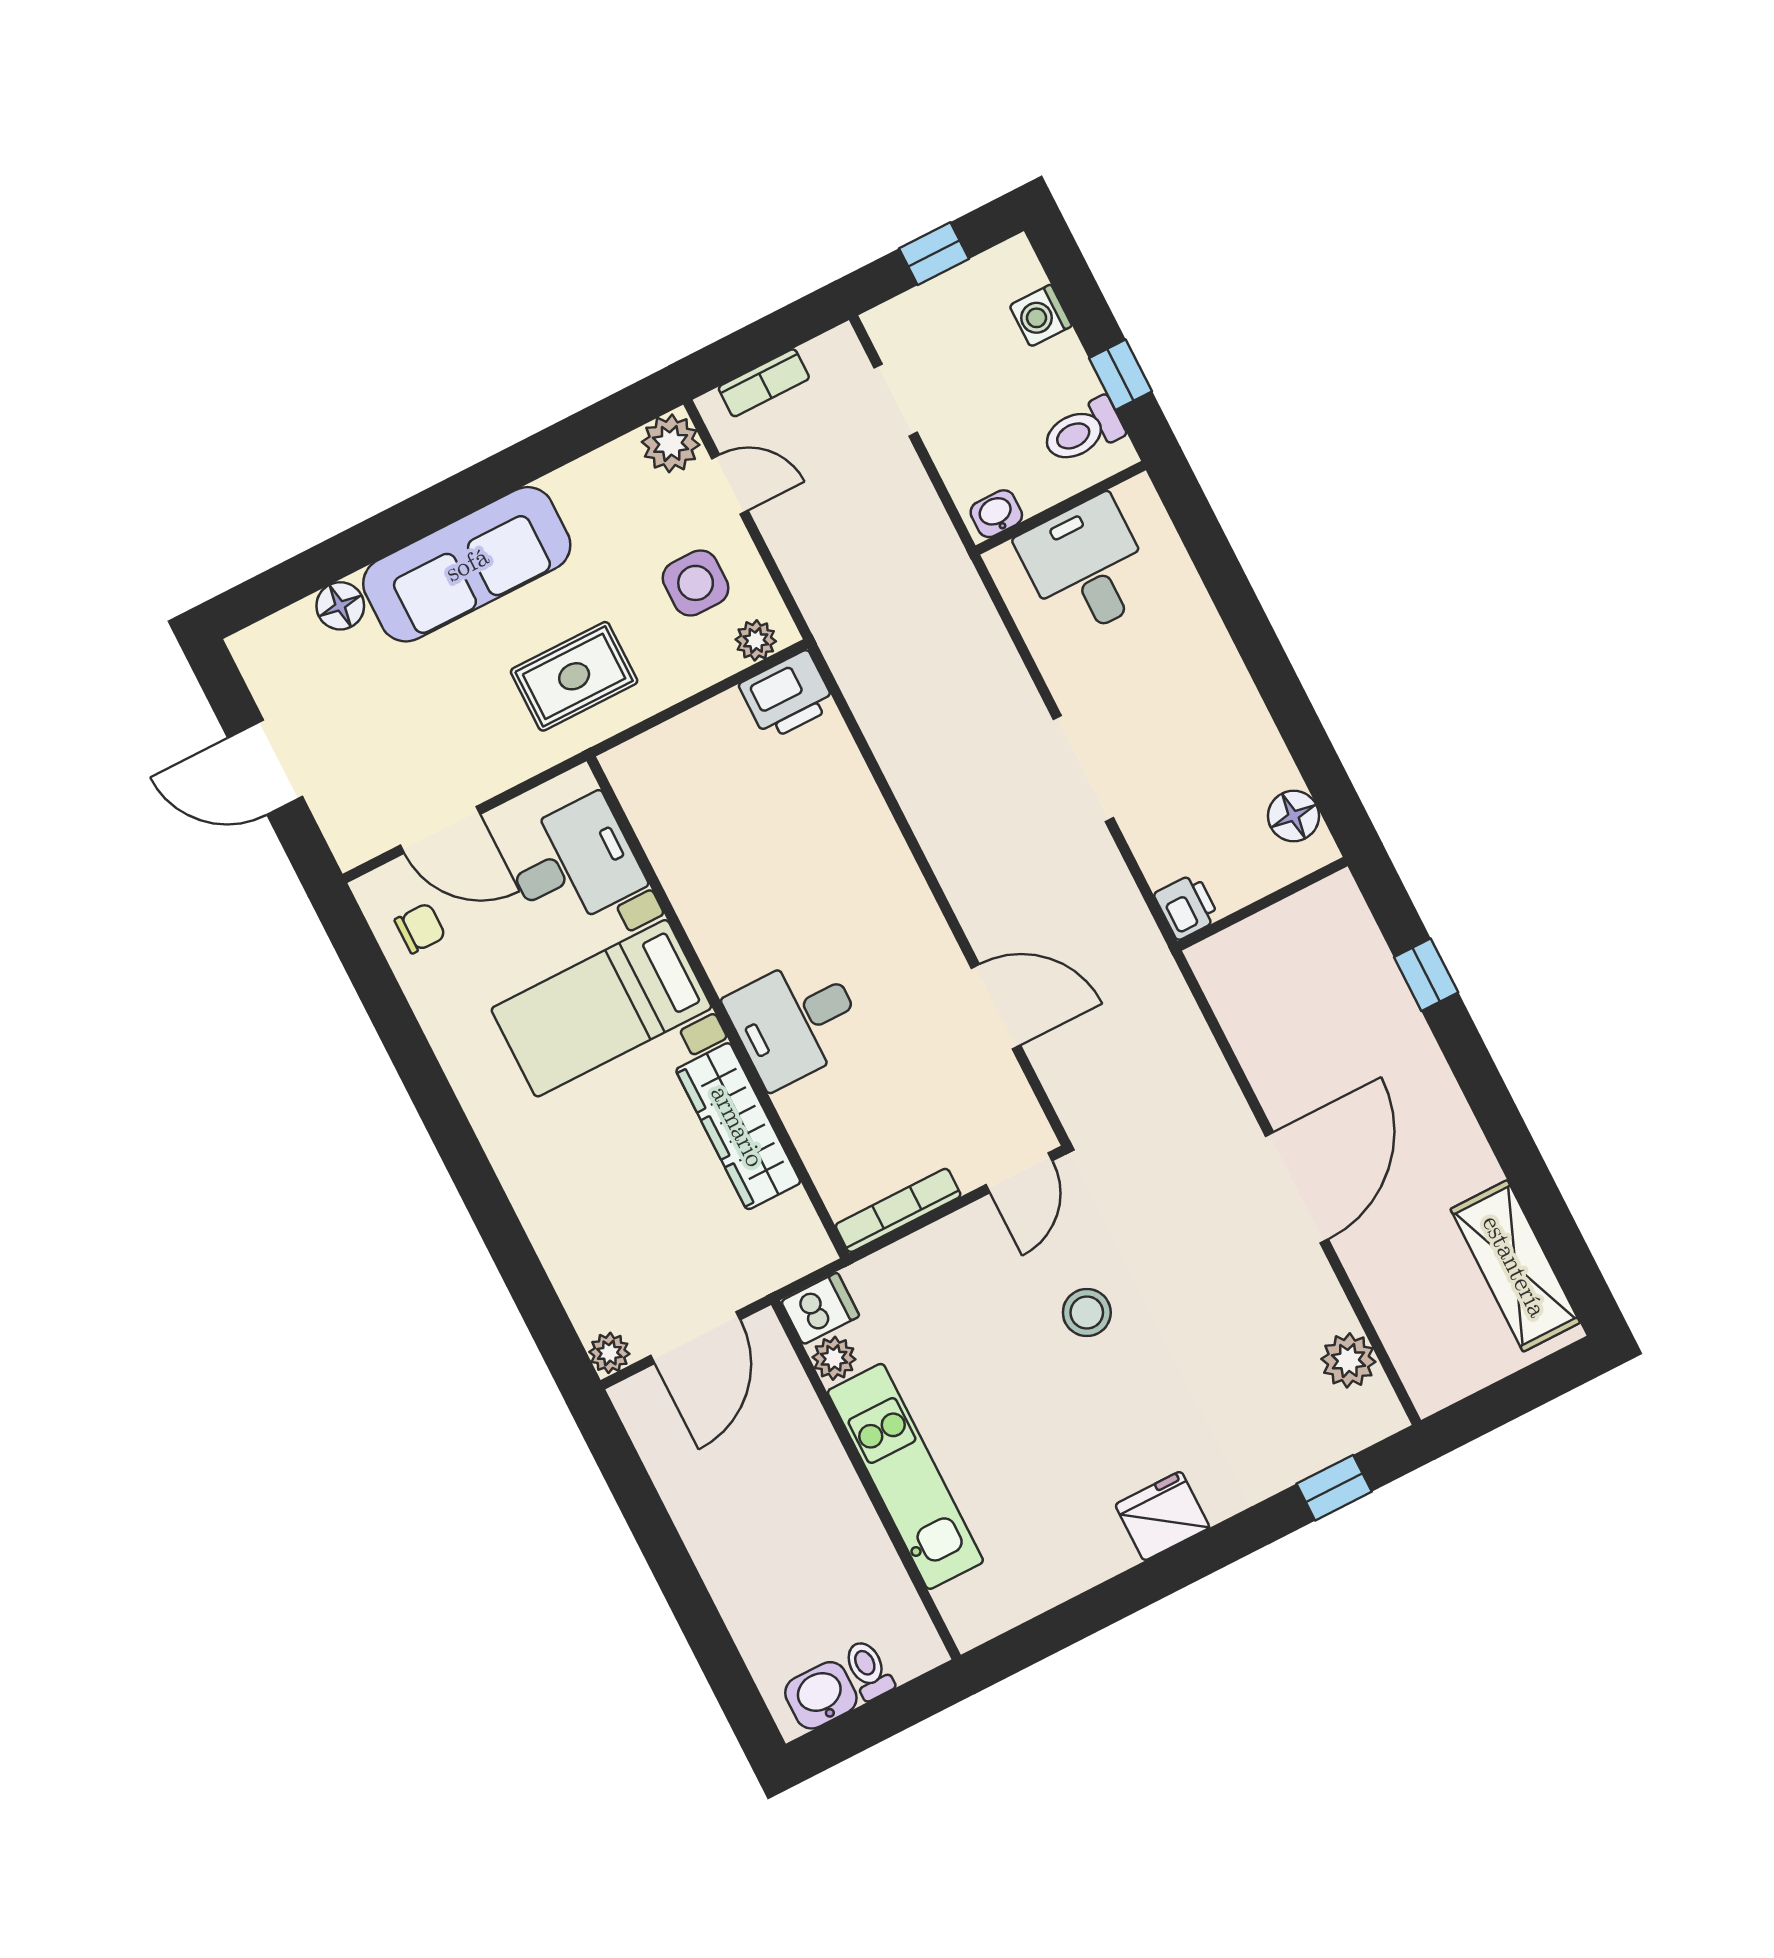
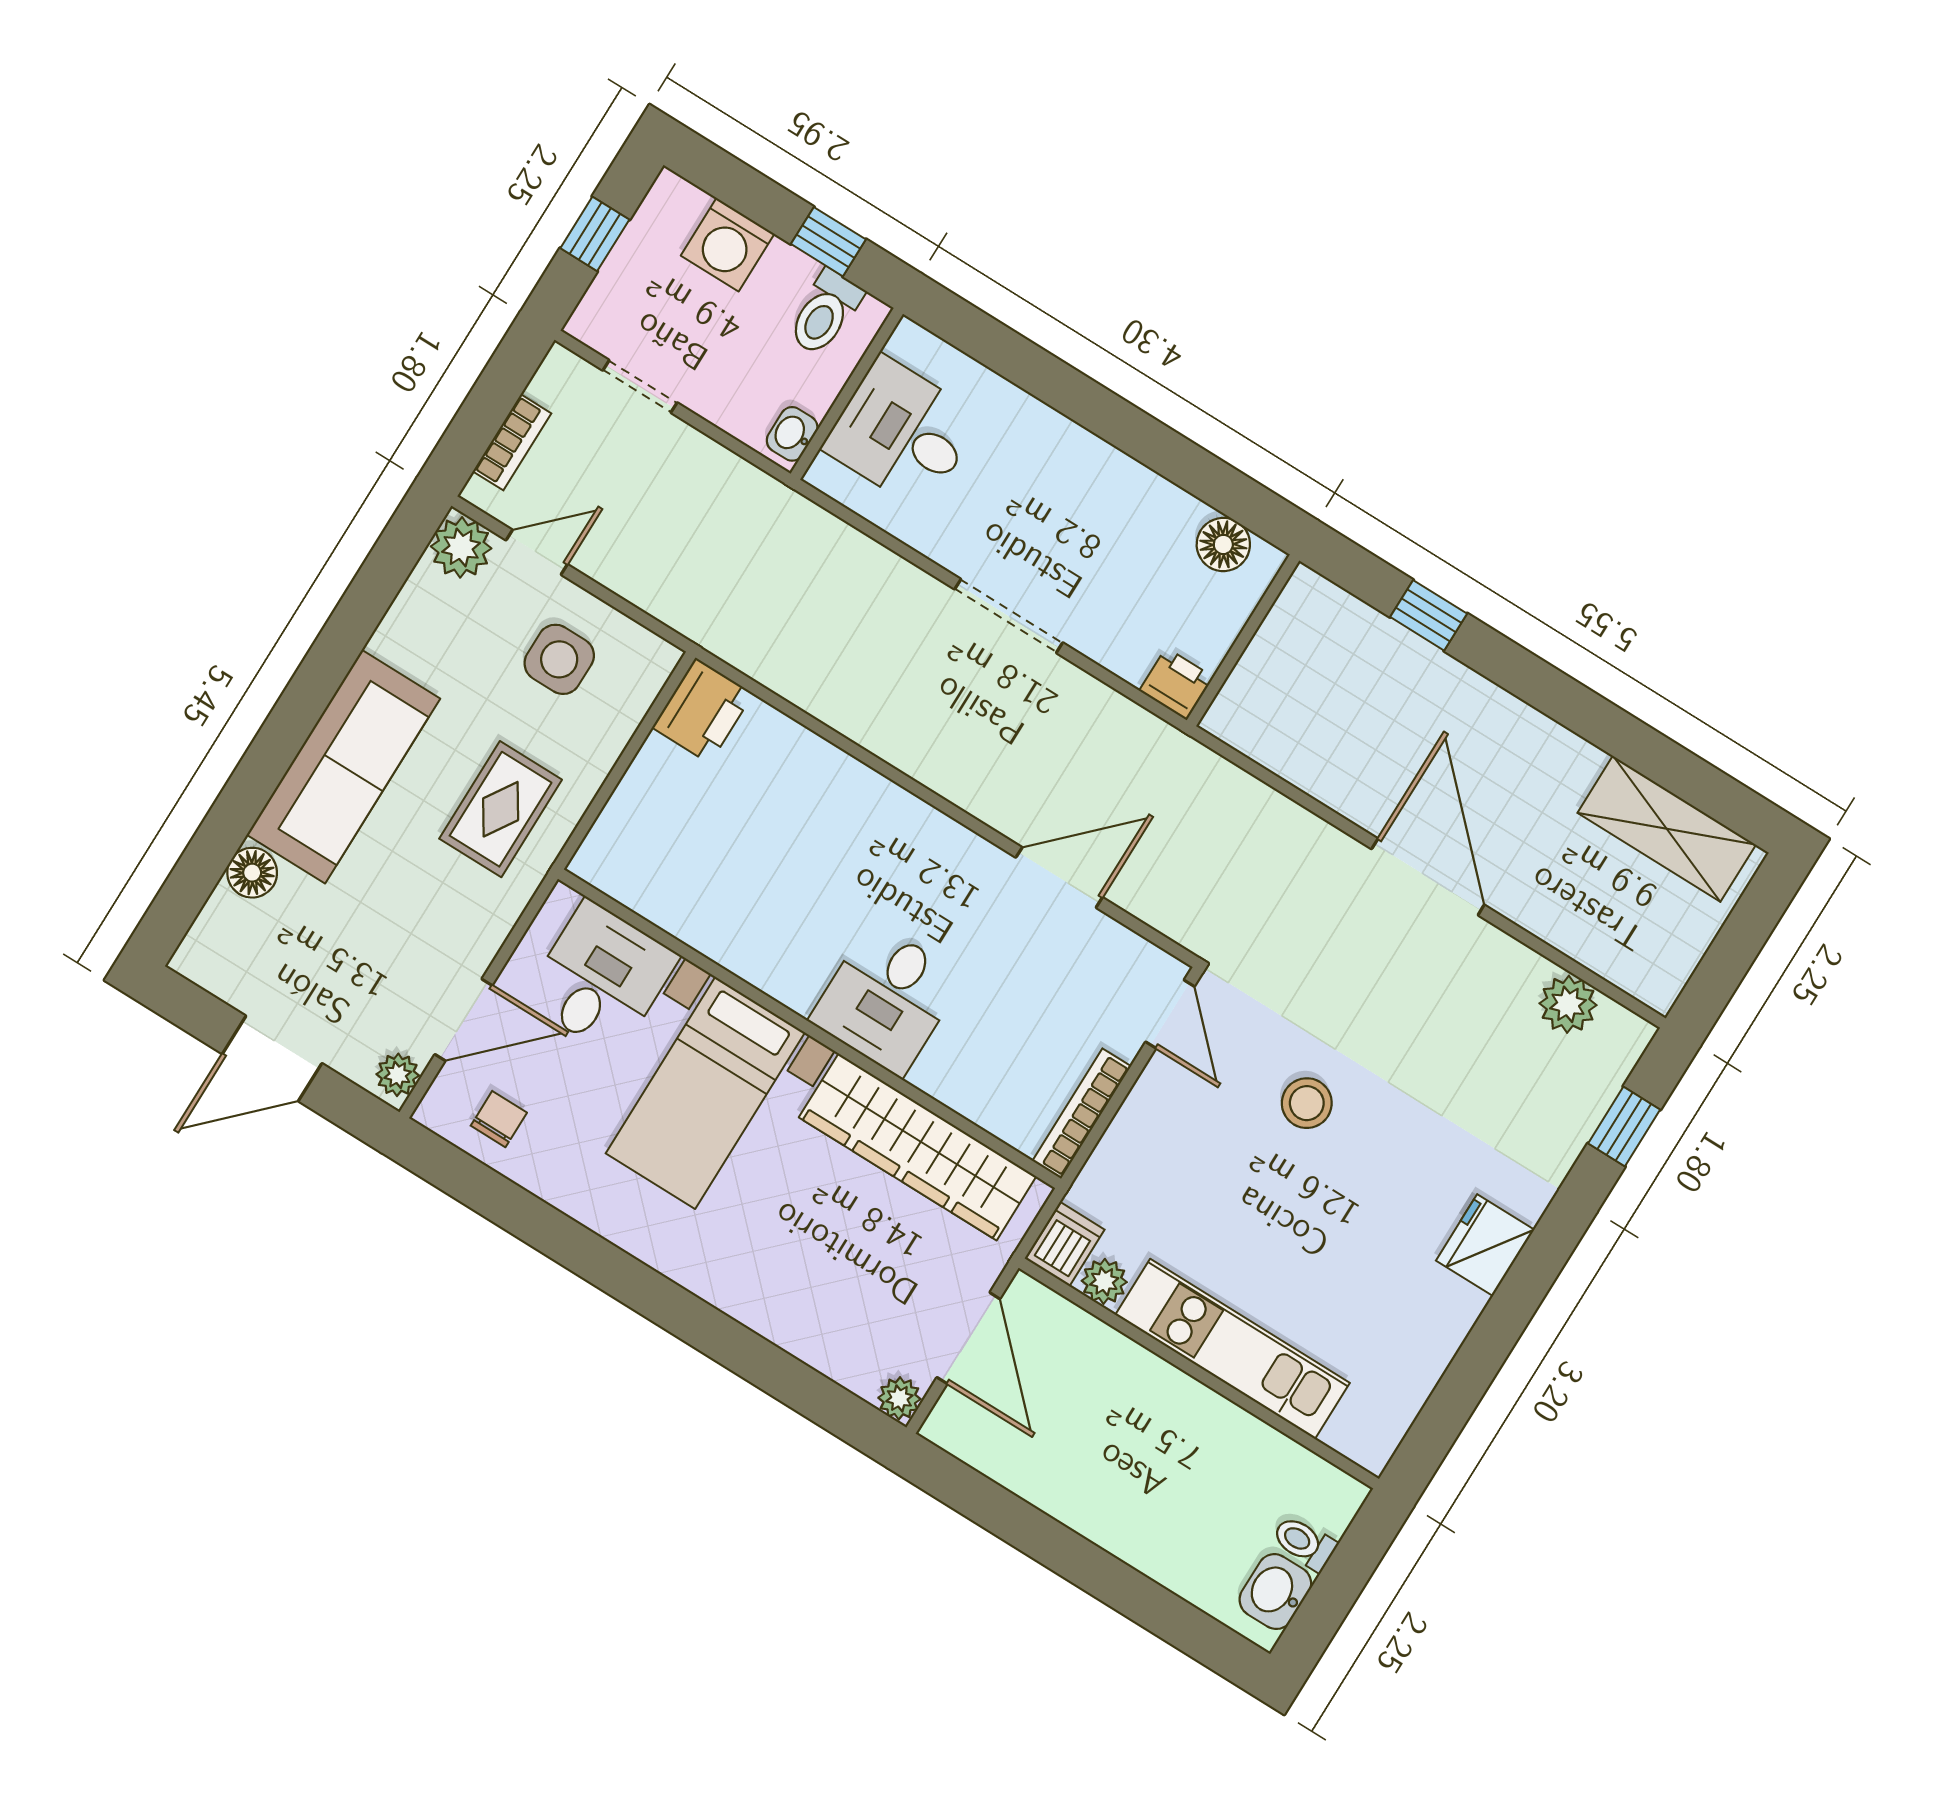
washing machine: (1041, 316) -> (728, 245), width x1.38, depth x1.38
plant: (756, 640) -> (398, 1075), moved
wardrobe: (738, 1126) -> (918, 1147), width x1.40, depth x1.17

